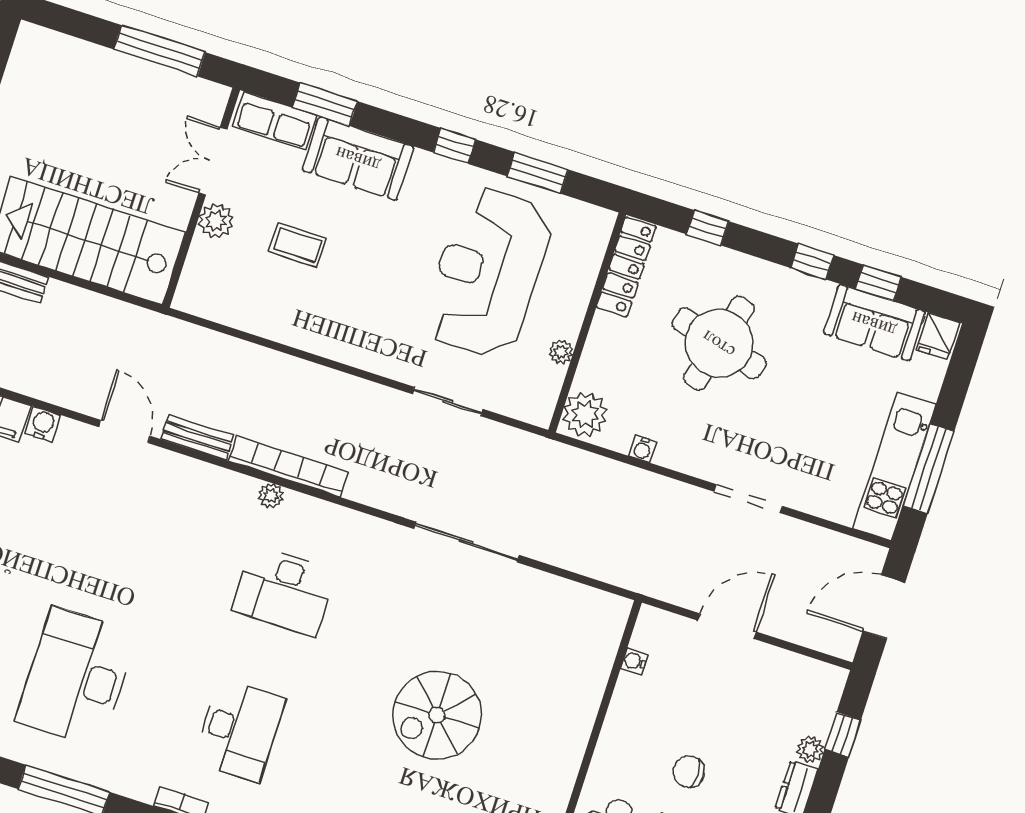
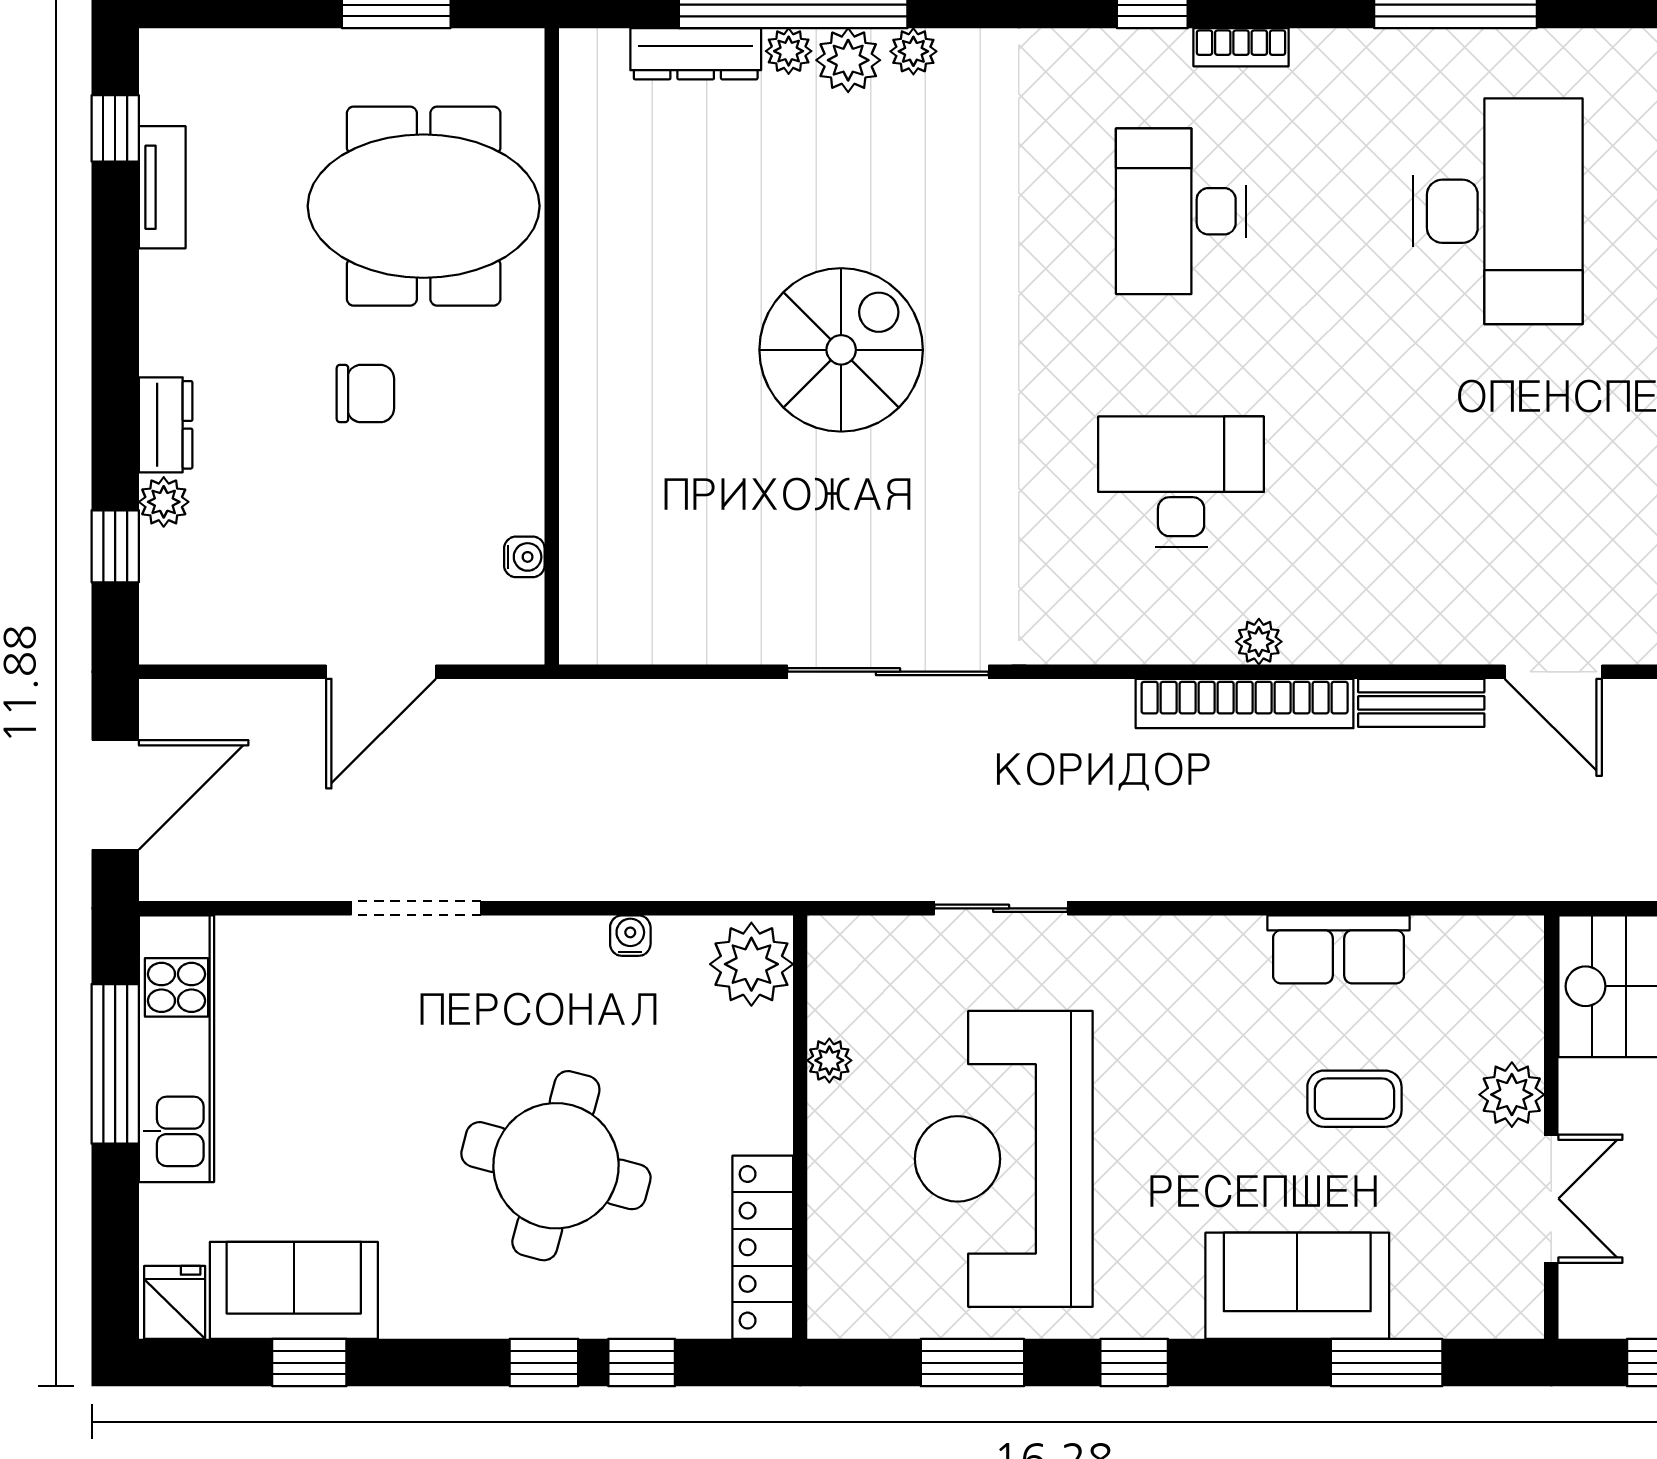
row of seats: (275, 121) -> (1339, 949), moved, turned 180
window: (812, 262) -> (544, 1363), moved
reception desk: (488, 272) -> (1004, 1159), turned 180

